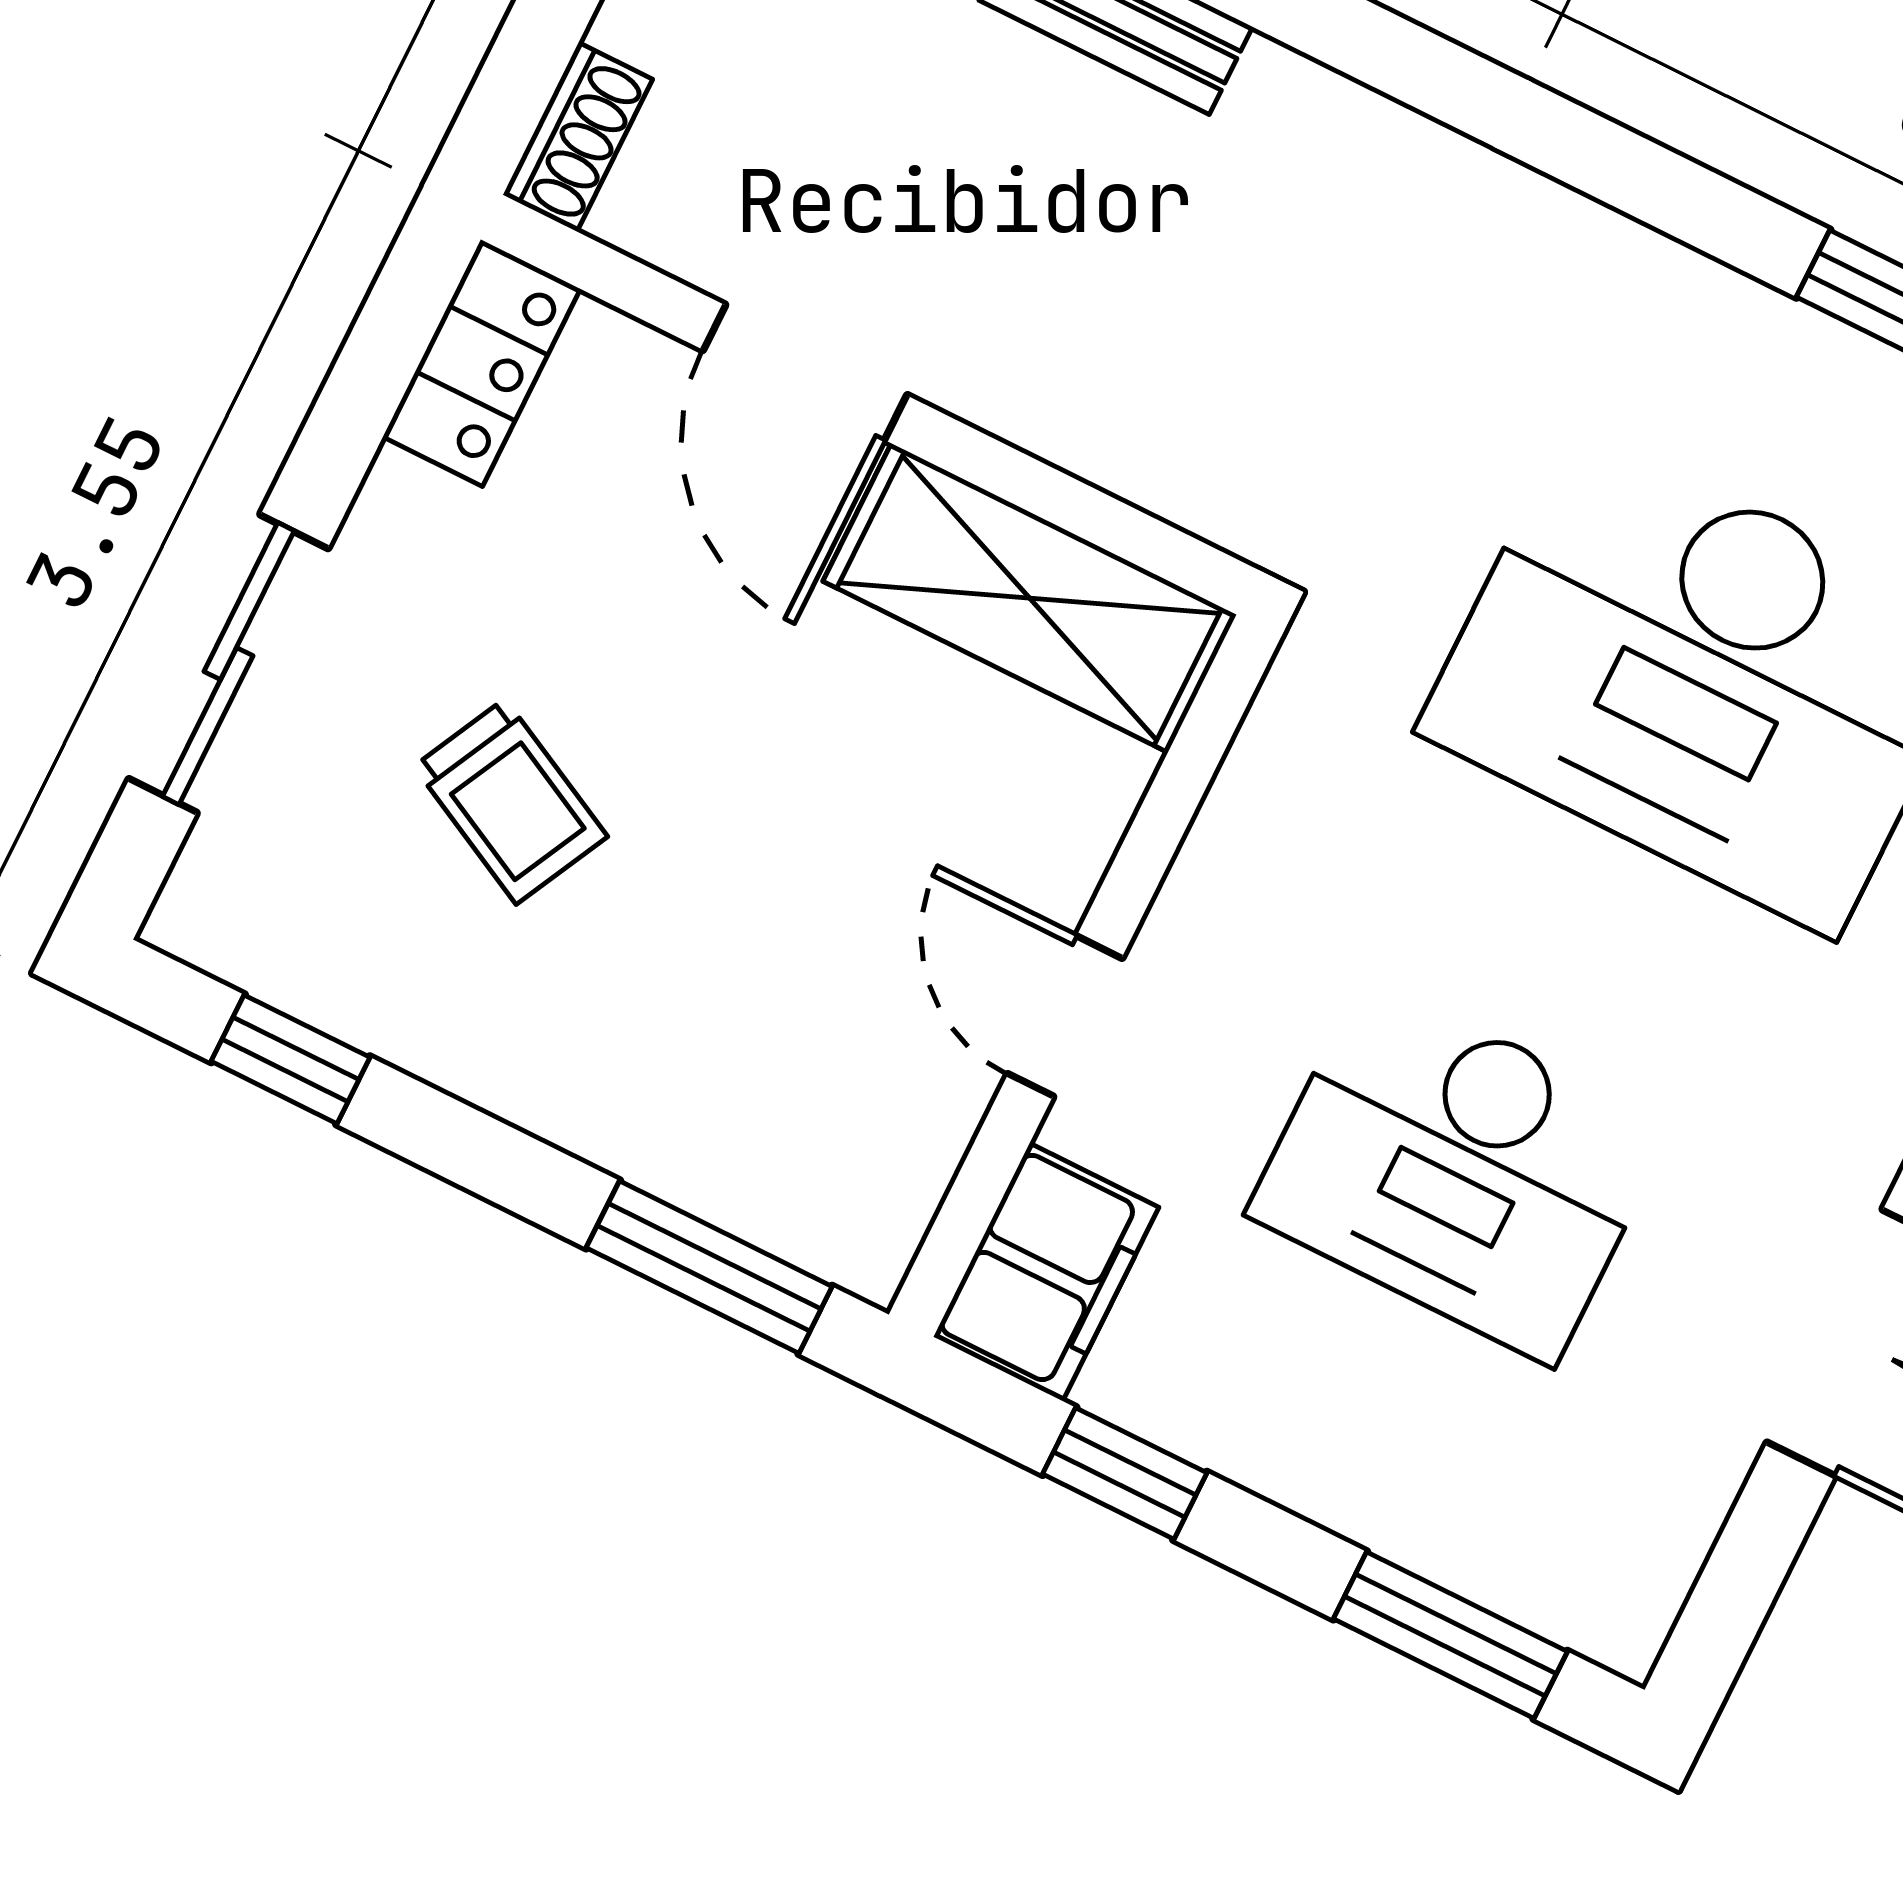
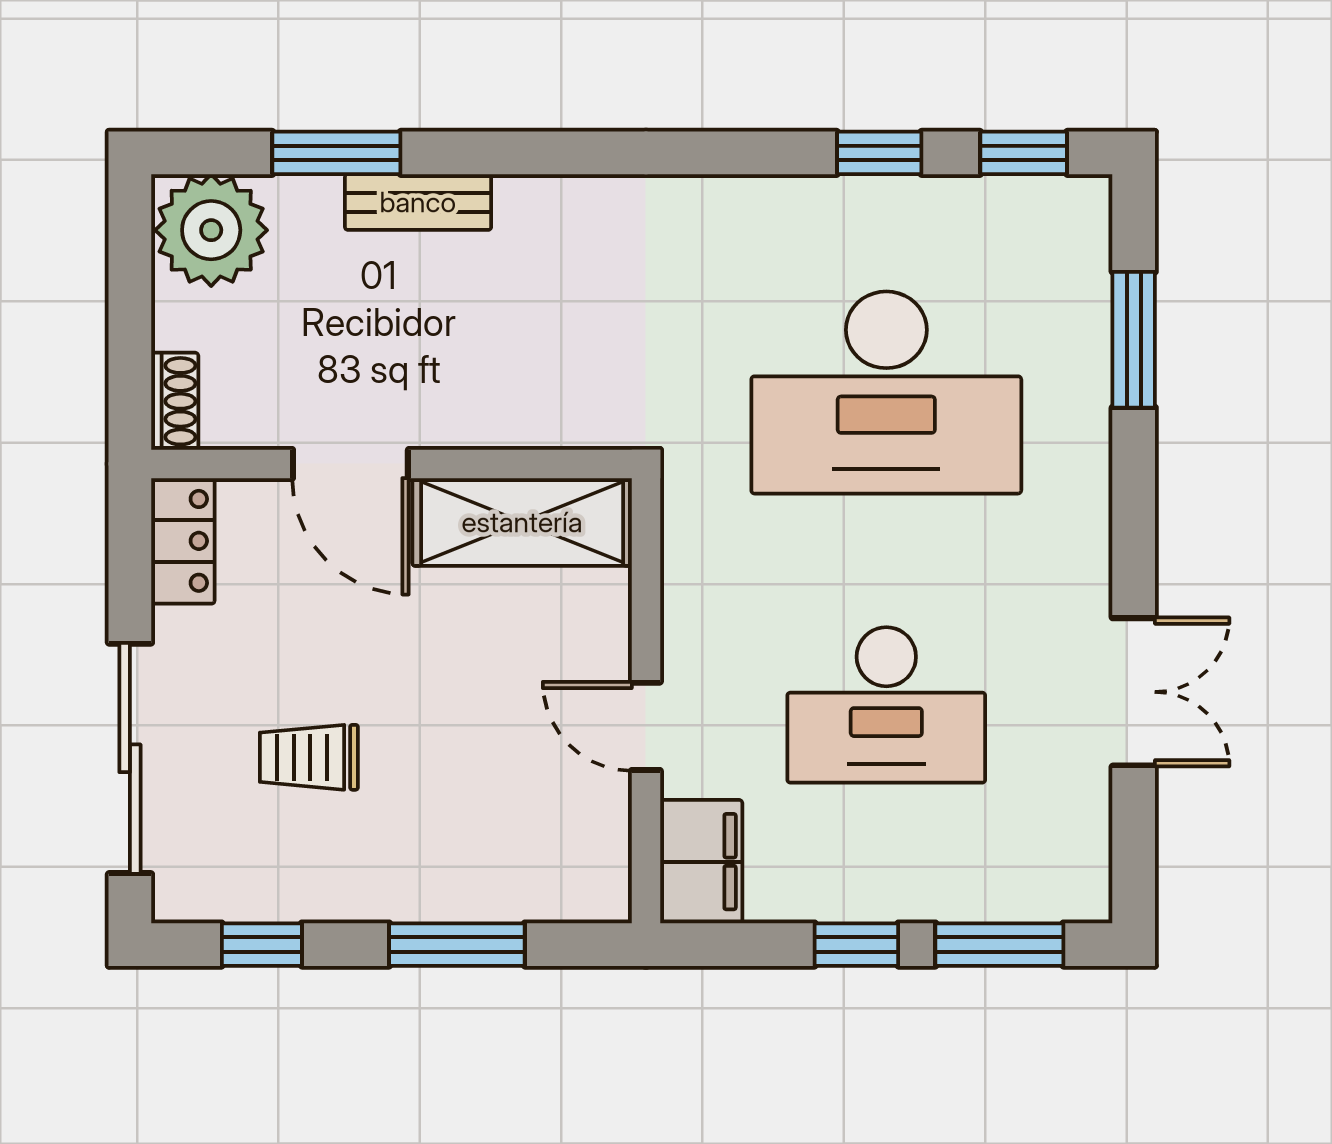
sliding door: (228, 664) -> (130, 758), width x1.37
trolley: (511, 802) -> (309, 757), turned 153
window: (709, 1267) -> (457, 945), moved
window: (1125, 1473) -> (856, 945), moved

